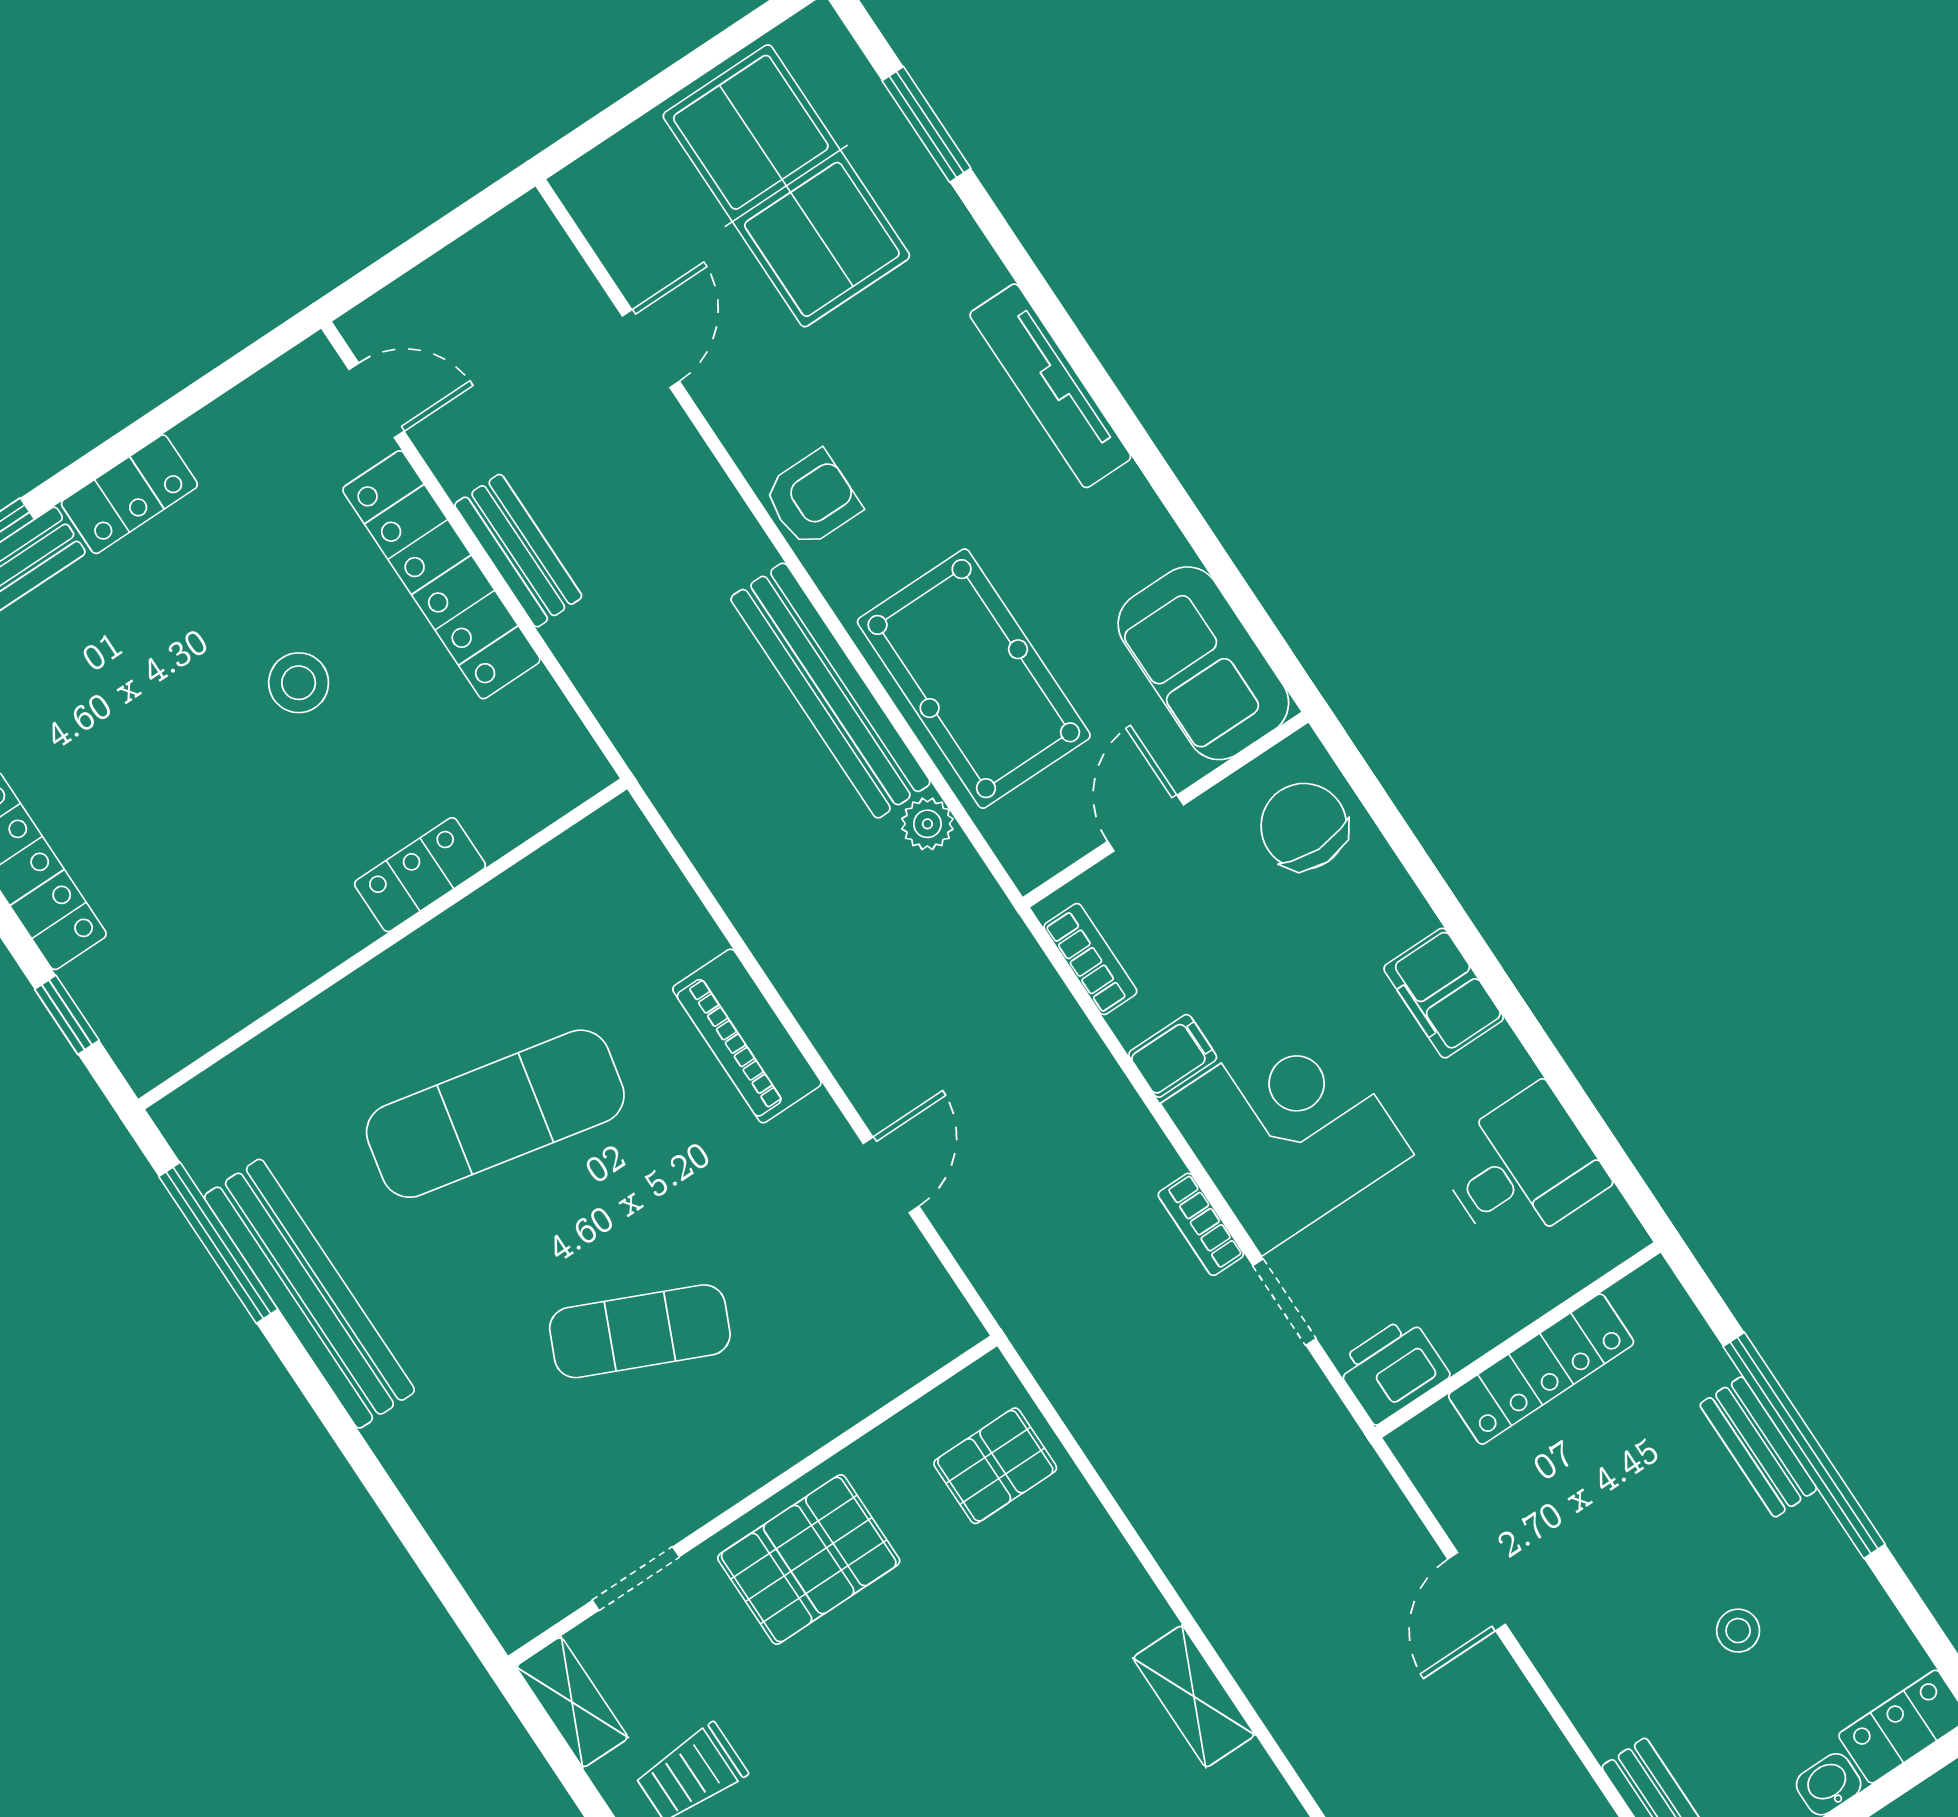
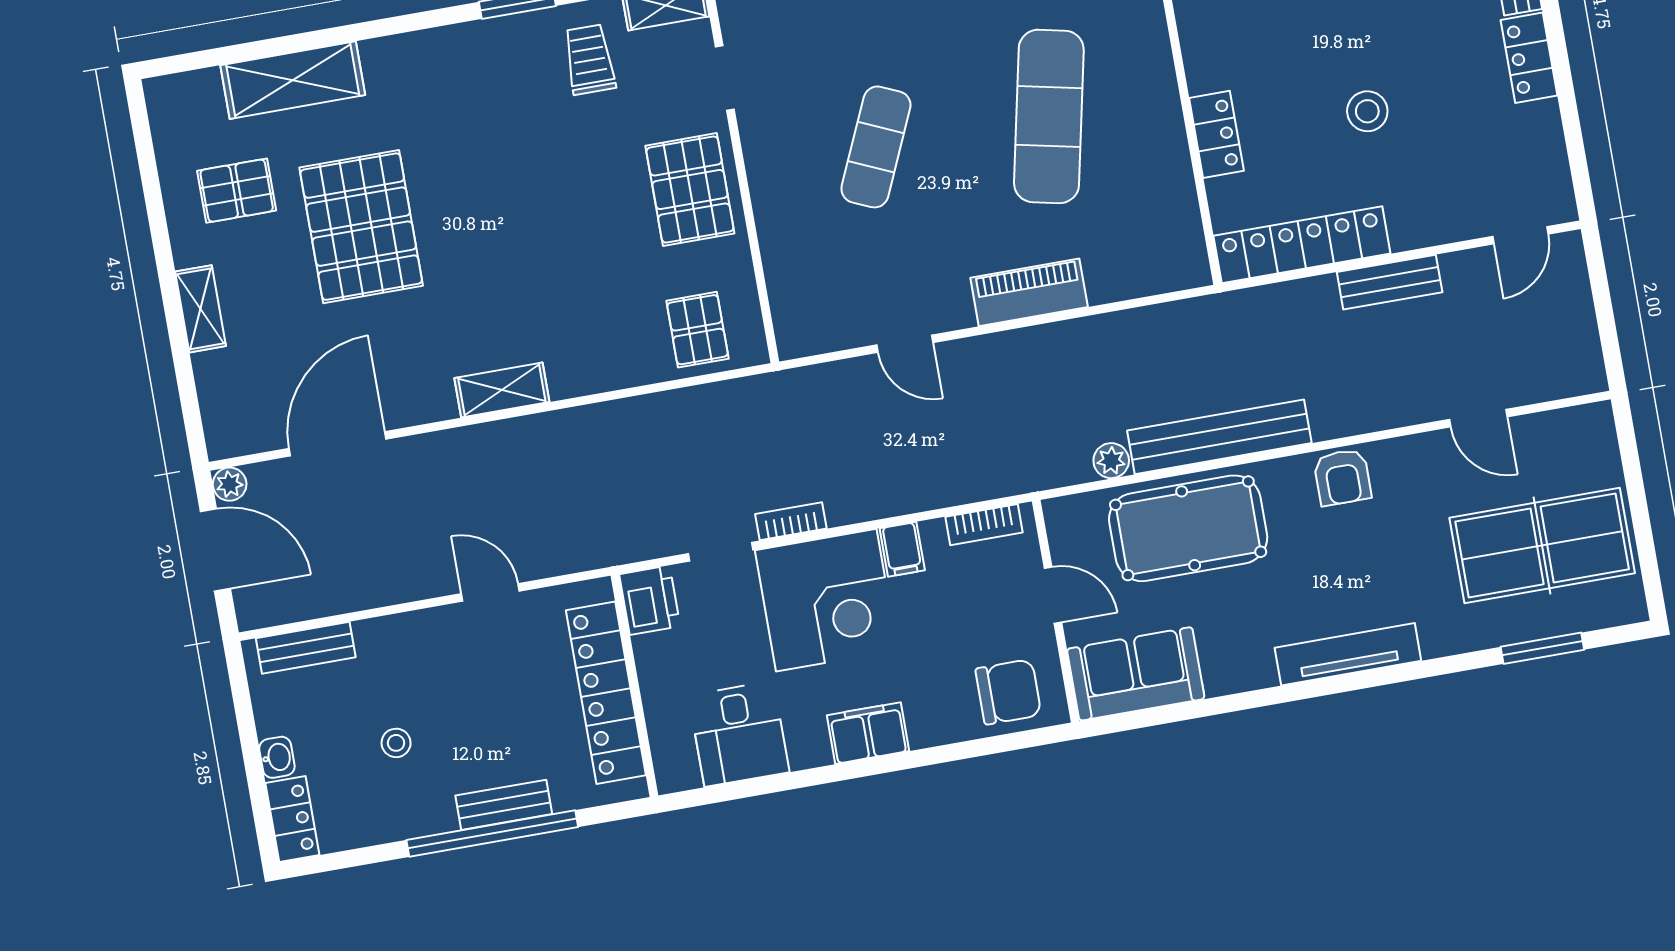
locker: (441, 575) -> (1302, 245), moved
locker: (1541, 1369) -> (606, 693), width x1.41, depth x1.21

